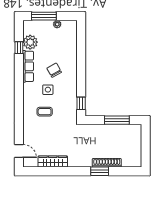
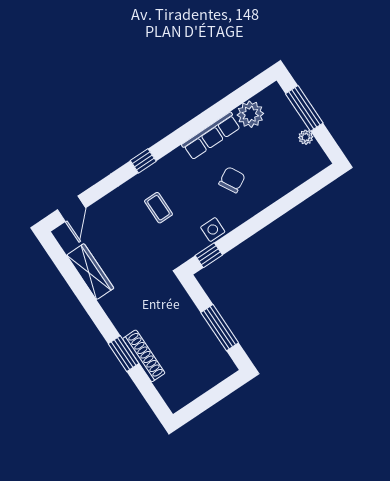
window: (19, 48) -> (143, 161), moved
side table: (48, 90) -> (213, 230), moved

